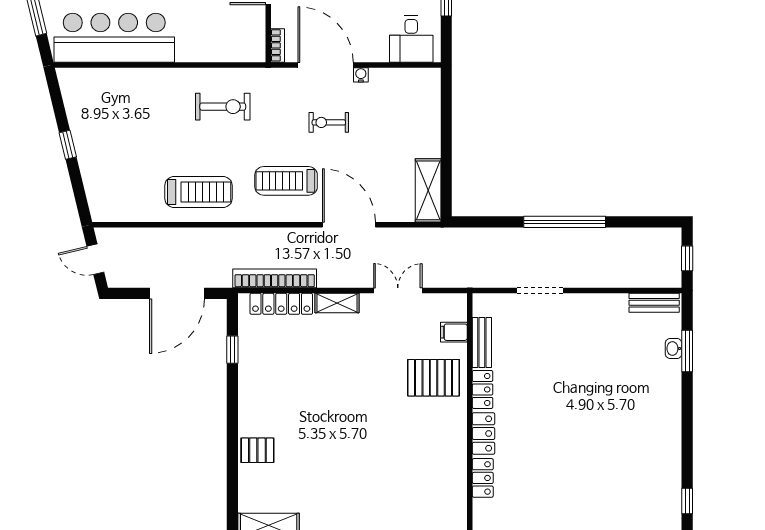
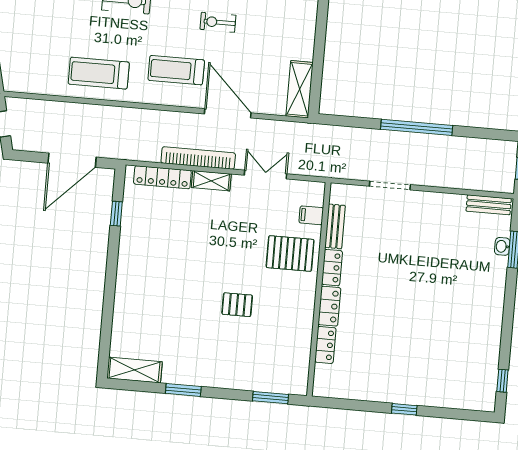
treadmill: (198, 192) -> (99, 73), turned 180
bookcase: (275, 278) -> (198, 158), moved
pallet: (257, 450) -> (237, 305), moved

